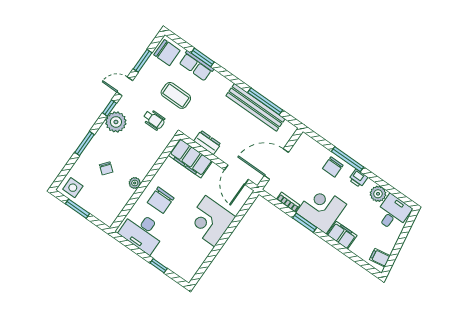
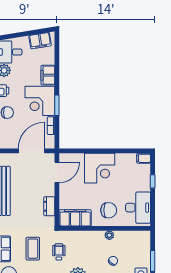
filing cabinet: (190, 158) -> (75, 218), moved, turned -90
door: (276, 164) -> (32, 151), swing flipped
filing cabinet: (380, 258) -> (40, 41), width x2.00
filing cabinet: (189, 273) -> (144, 158), added

